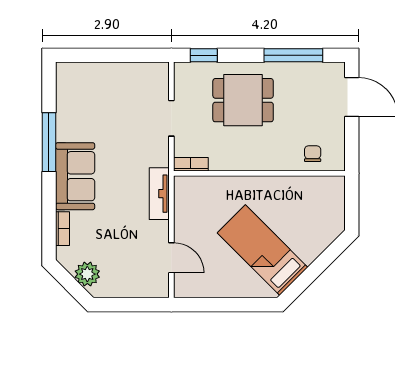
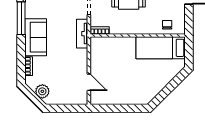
tv unit: (159, 194) -> (82, 34), moved
bed: (263, 250) -> (161, 48), moved, turned -45

